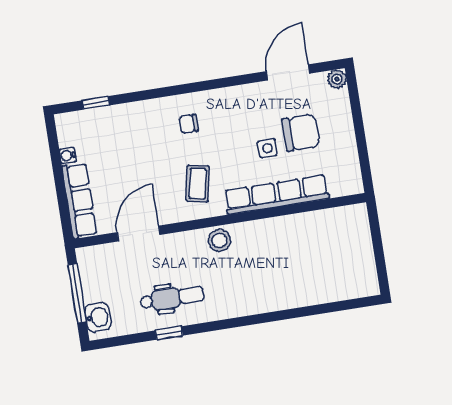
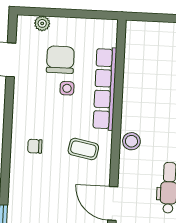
plant: (337, 79) -> (42, 23), moved
chair: (189, 124) -> (35, 146), turned 90

